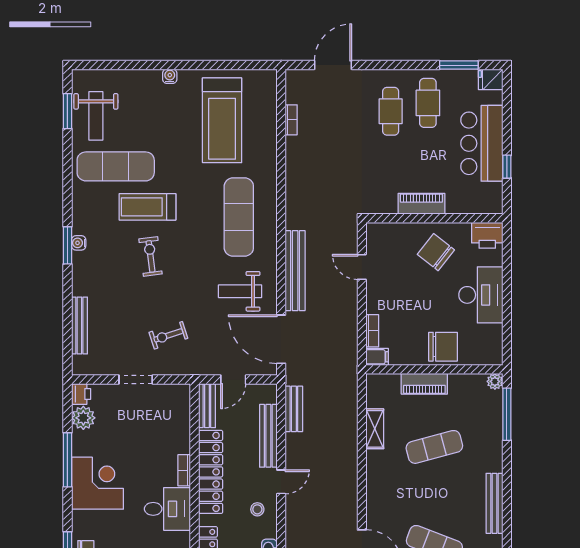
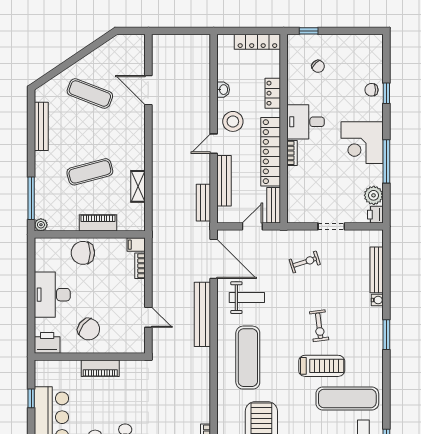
water cooler: (79, 243) -> (377, 300), moved
stool: (257, 509) -> (233, 121), width x1.89, depth x1.89

